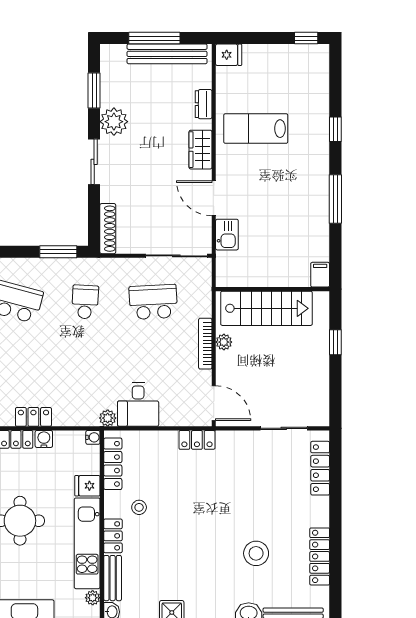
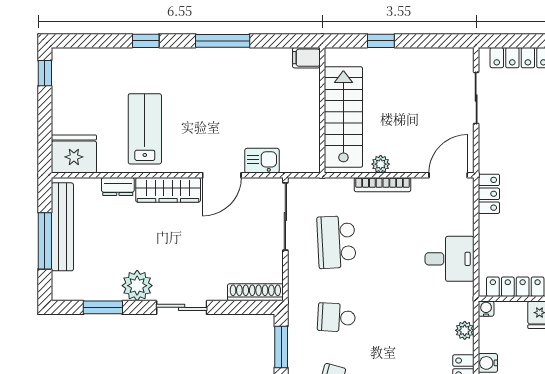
fridge: (229, 55) -> (74, 154), width x1.88, depth x1.34
lab bench: (256, 129) -> (145, 129), turned 180
wardrobe: (201, 150) -> (168, 190), width x1.50
plant: (108, 418) -> (465, 330), moved

